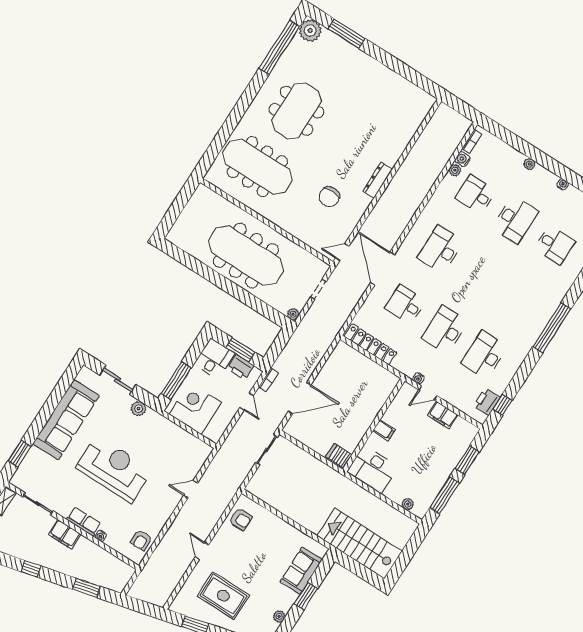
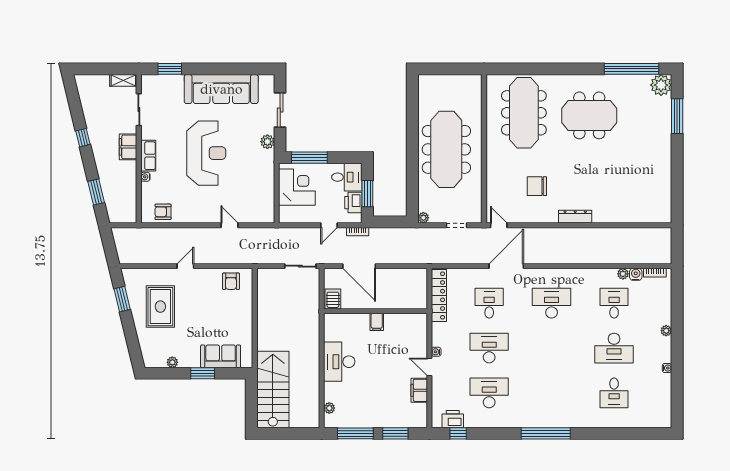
wall: (374, 425) -> (376, 311), moved
filing cabinet: (384, 430) -> (377, 322), moved
server rack: (339, 456) -> (333, 299), moved

